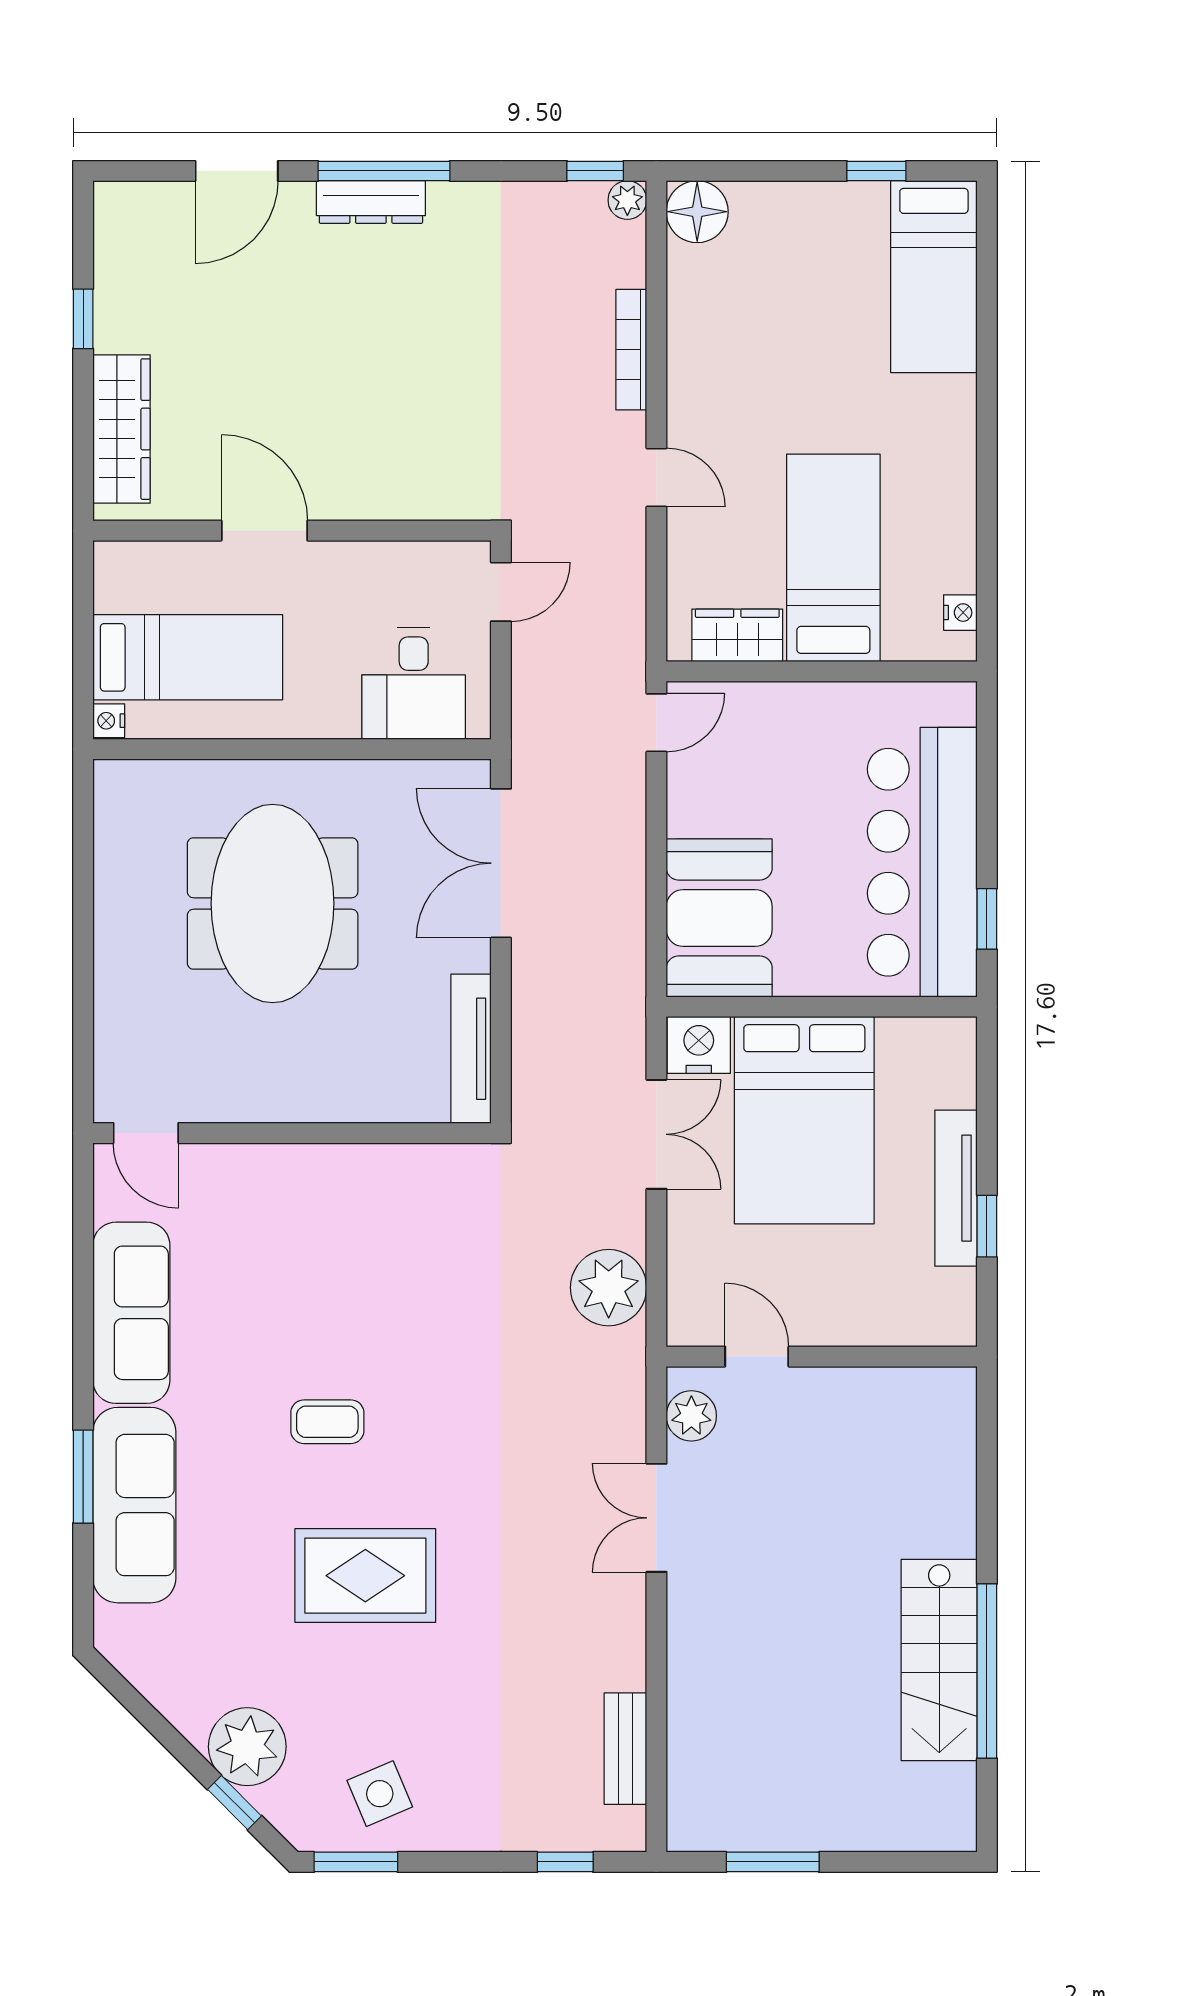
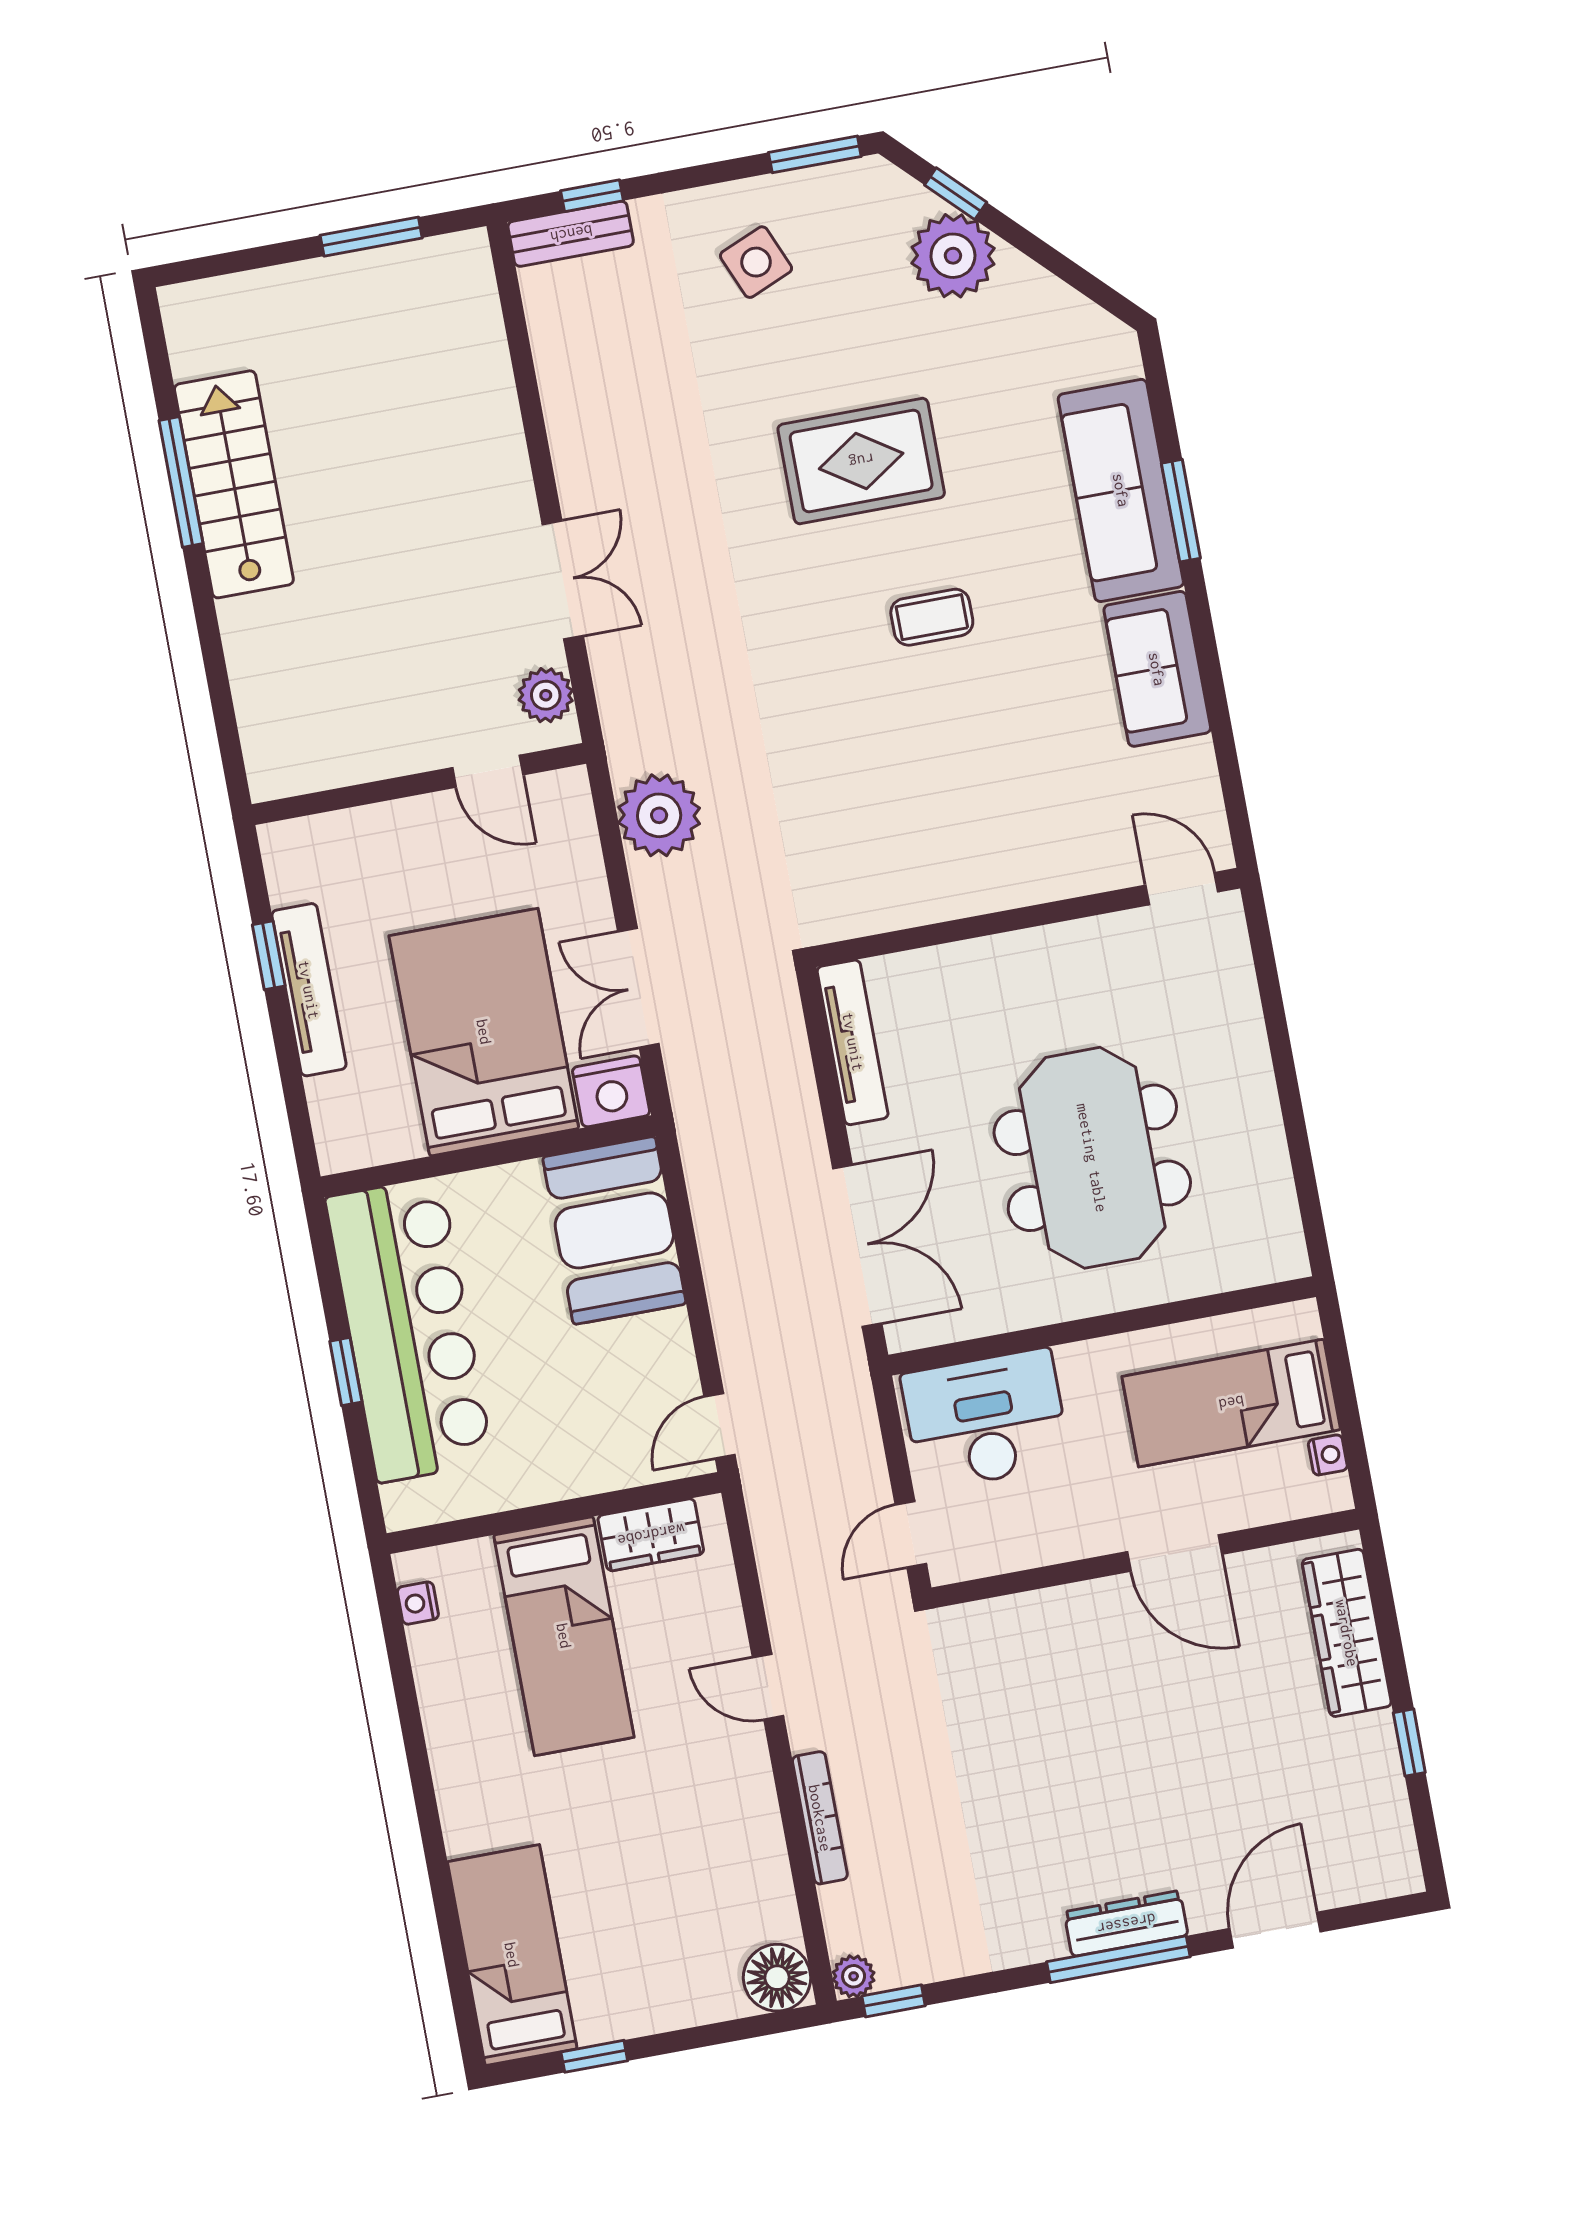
desk: (414, 684) -> (986, 1419), width x1.37
nightstand: (109, 721) -> (1328, 1455), moved
window: (987, 919) -> (346, 1372), moved
sofa: (131, 1313) -> (1157, 669), width x0.73
window: (987, 1671) -> (181, 482), width x0.68
bench: (625, 1749) -> (571, 234), moved, turned 90
side table: (380, 1794) -> (756, 262), moved

